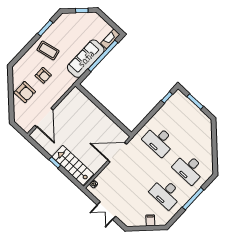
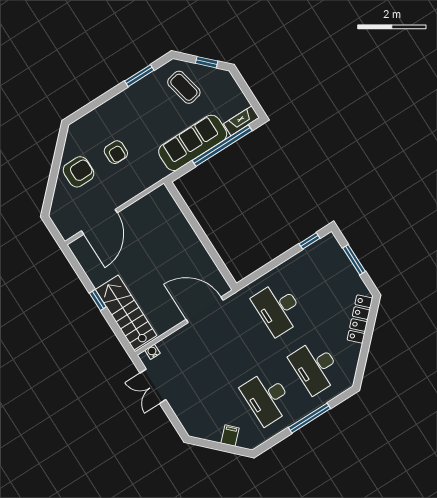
coffee table: (48, 50) -> (184, 87), moved
armchair: (25, 92) -> (79, 172), turned -90
locker: (207, 135) -> (360, 319), added
double door: (106, 211) -> (153, 386), moved

